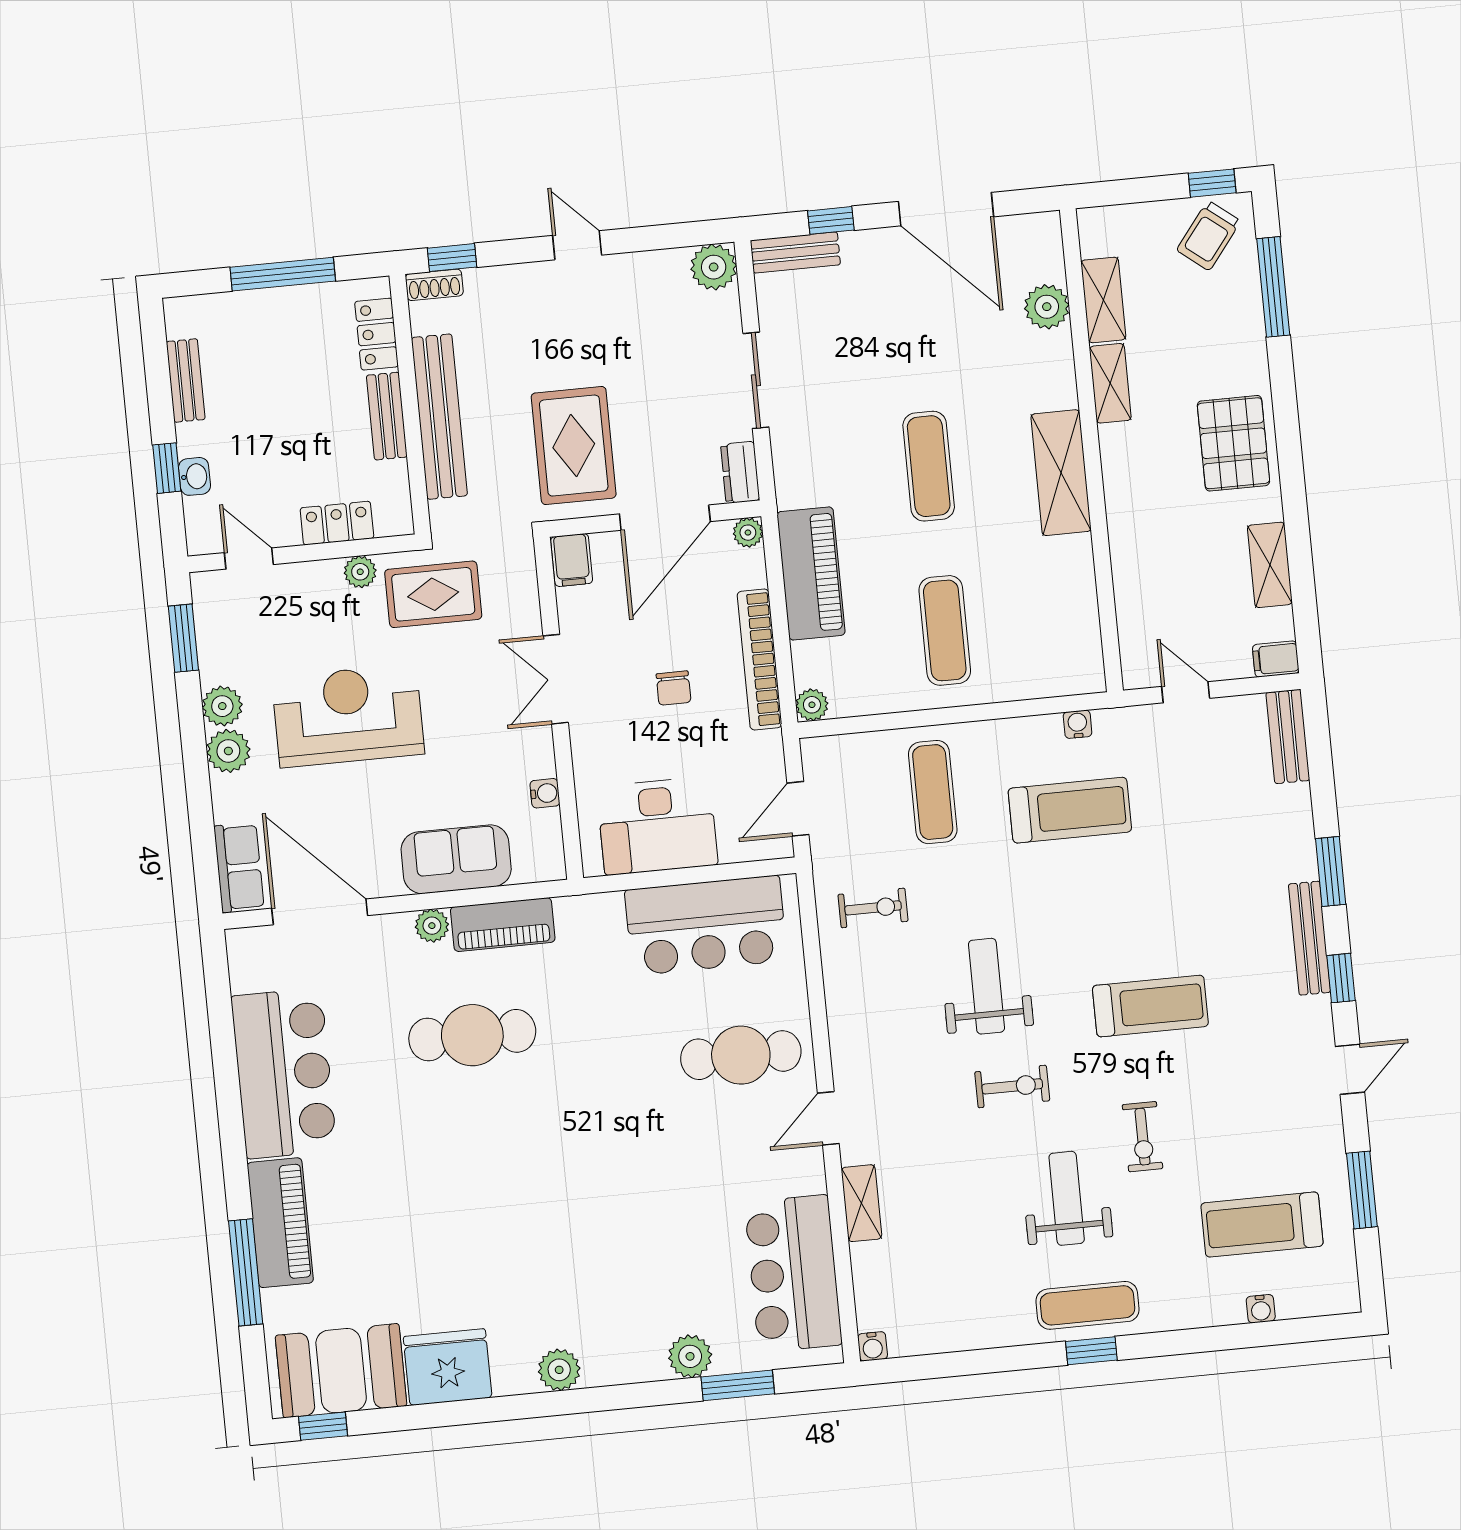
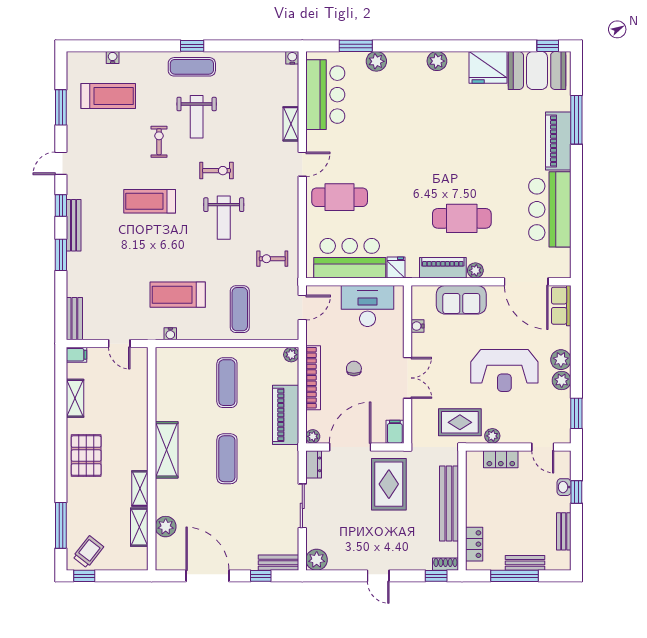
bench: (387, 416) -> (525, 563), moved, turned 90
fridge: (604, 915) -> (396, 268), added
exercise bike: (1012, 1086) -> (216, 171), turned 180

